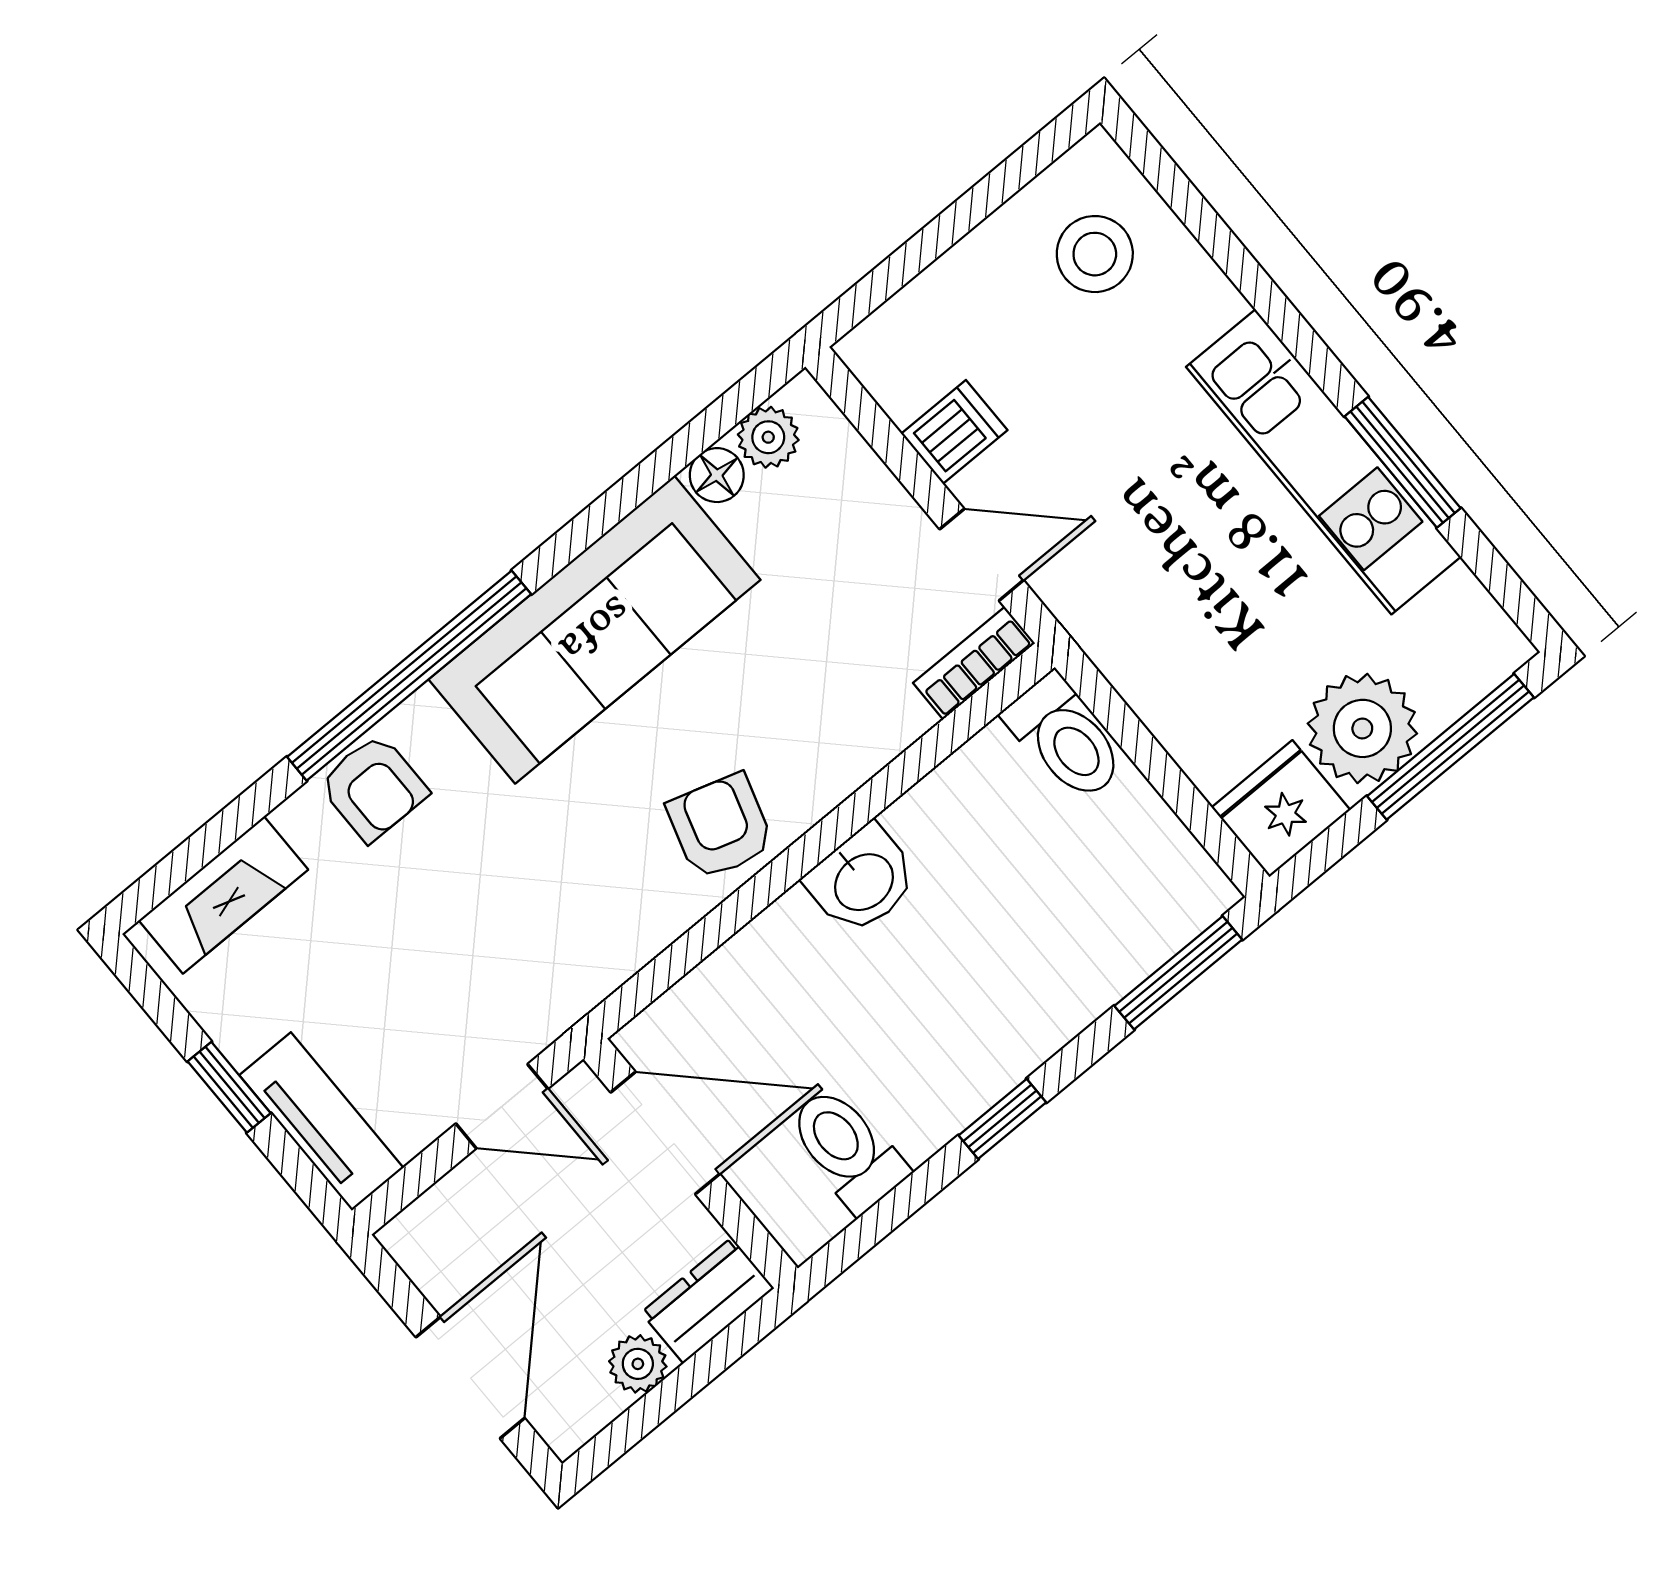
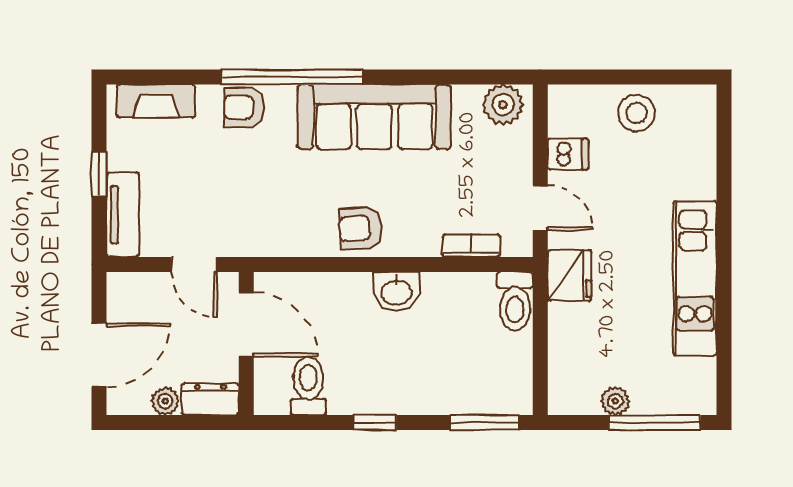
stool: (1095, 254) -> (636, 113), moved
plant: (768, 437) -> (503, 105), width x1.38, depth x1.38
window: (1403, 462) -> (724, 303), removed
floor lamp: (717, 475) -> (467, 97), removed
bookcase: (974, 663) -> (471, 246), moved
plant: (1362, 728) -> (615, 401), width x0.53, depth x0.53
armchair: (373, 788) -> (244, 107), turned 90
fridge: (1281, 809) -> (569, 276), moved, turned 90
armchair: (720, 827) -> (360, 228), turned -111

